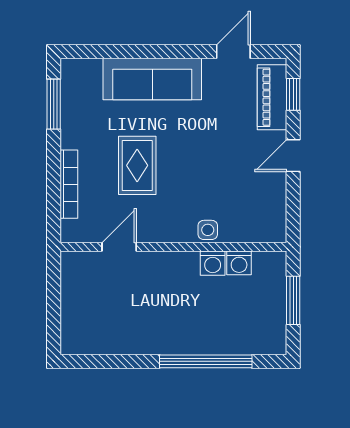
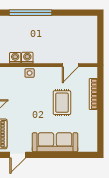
window: (54, 104) -> (100, 131), removed

